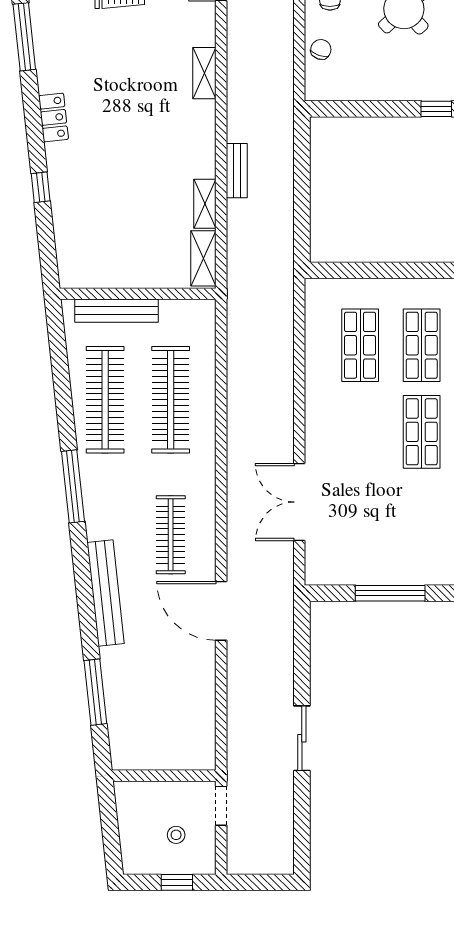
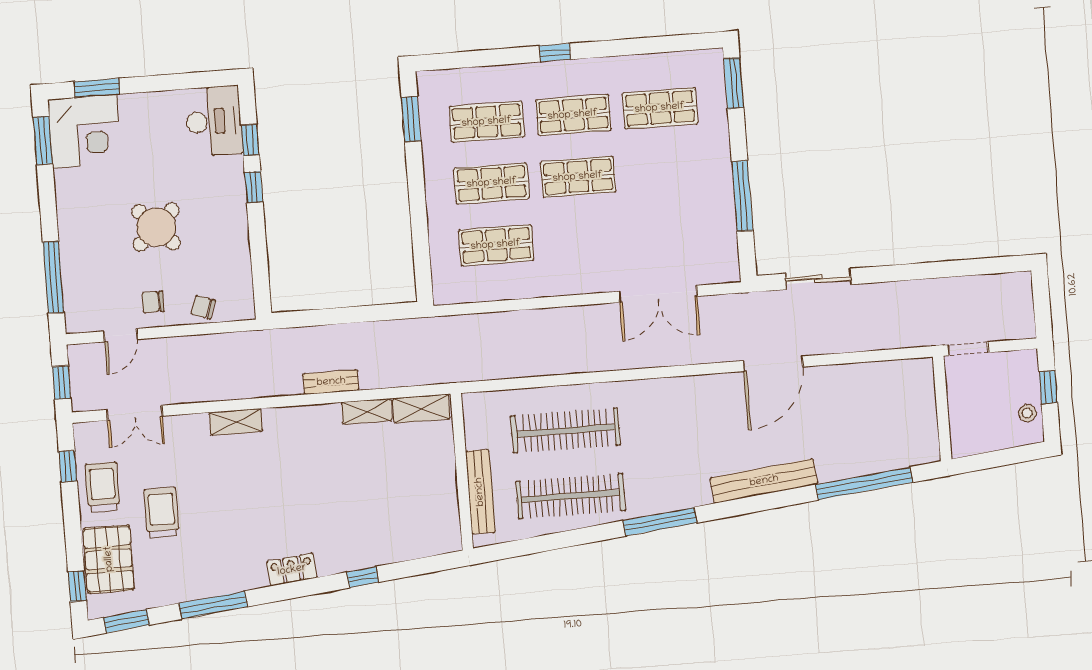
clothes rail: (171, 535) -> (700, 420), removed
window: (95, 692) -> (864, 483), width x1.46
sliding door: (302, 738) -> (818, 279), moved
stool: (176, 835) -> (1027, 413), moved

